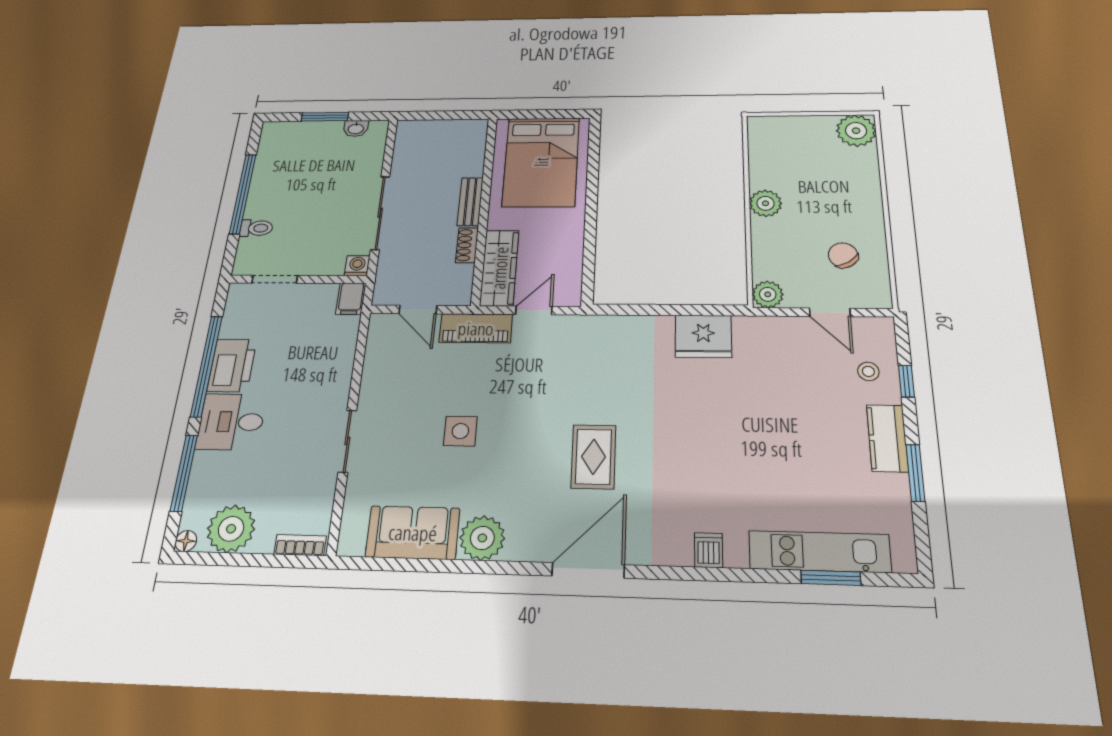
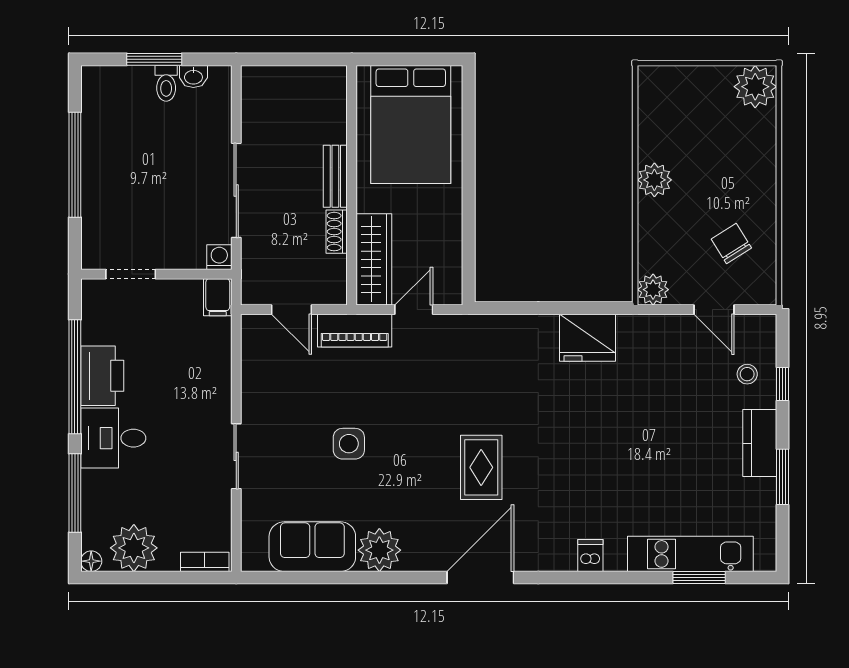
toilet: (256, 228) -> (166, 83), moved, turned 90

